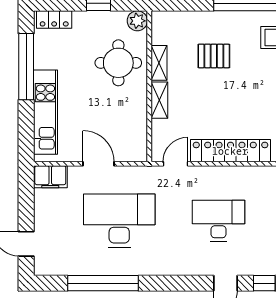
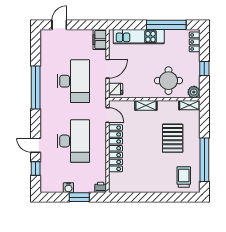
pallet: (214, 56) -> (173, 138), width x1.50, depth x1.42
shelving: (159, 63) -> (189, 105), moved
fridge: (132, 150) -> (116, 89), added
desk: (218, 221) -> (73, 141), width x1.36, depth x1.30
window: (103, 283) -> (36, 87), moved

